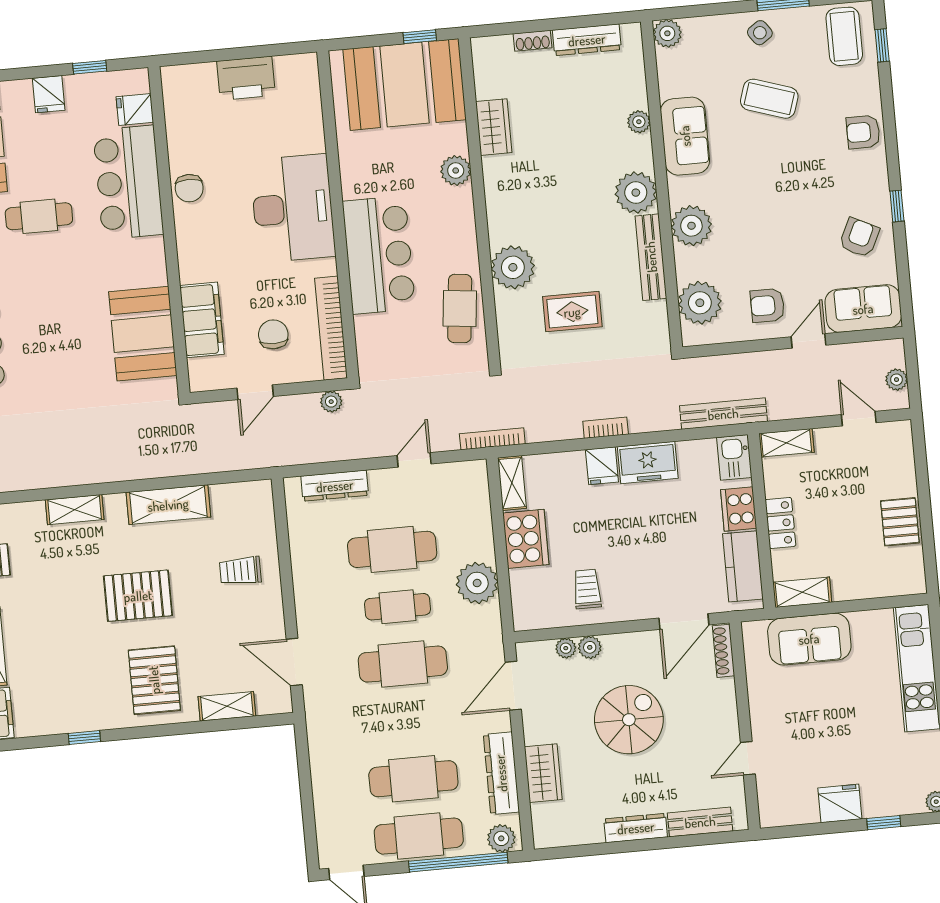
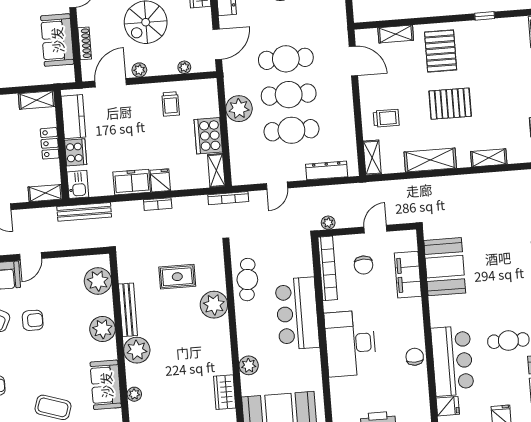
armchair: (767, 305) -> (33, 320), moved
shelving: (262, 507) -> (372, 158), added
cafe table: (397, 607) -> (289, 95), width x1.37, depth x1.35
sofa: (809, 639) -> (57, 40), moved, turned -90
plant: (590, 647) -> (139, 70), moved
shoe rack: (723, 651) -> (85, 43), moved

